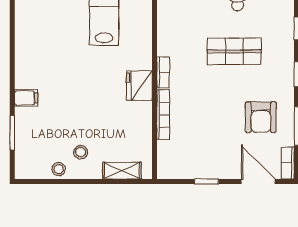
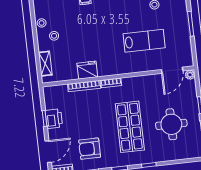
shop shelf: (234, 51) -> (130, 127), width x1.43, depth x1.36
fridge: (139, 86) -> (87, 70), moved
printer: (208, 167) -> (54, 119), added

